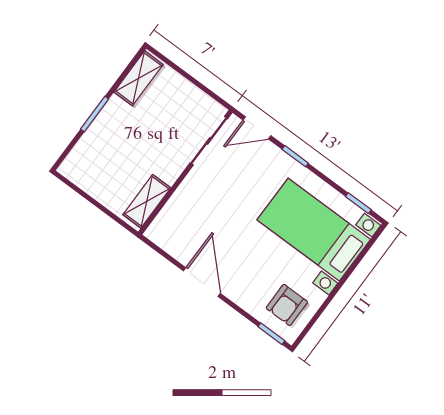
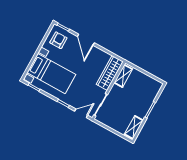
wardrobe: (178, 212) -> (110, 73), added
door: (202, 282) -> (86, 40), moved

